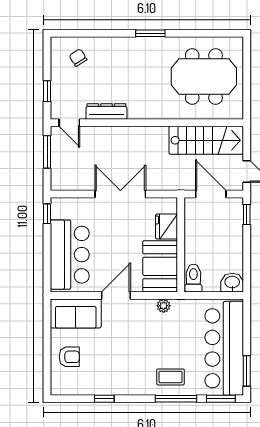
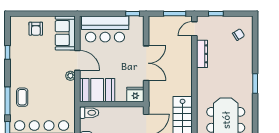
fridge: (167, 227) -> (135, 95), moved
plant: (164, 306) -> (70, 76), moved

